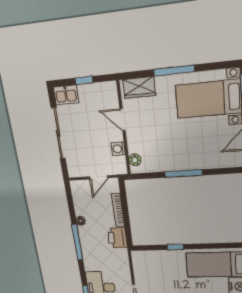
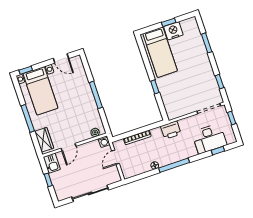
kitchen sink: (66, 95) -> (52, 163), moved
washing machine: (118, 149) -> (104, 142), moved
door: (99, 177) -> (115, 157), swing flipped
printer: (117, 238) -> (171, 130), moved

